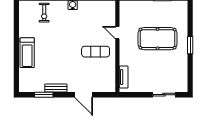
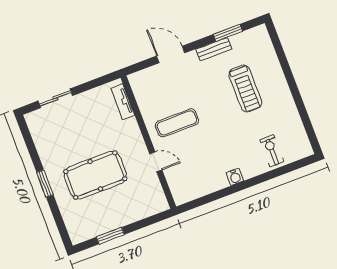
treadmill: (27, 53) -> (245, 89), moved, turned 180

